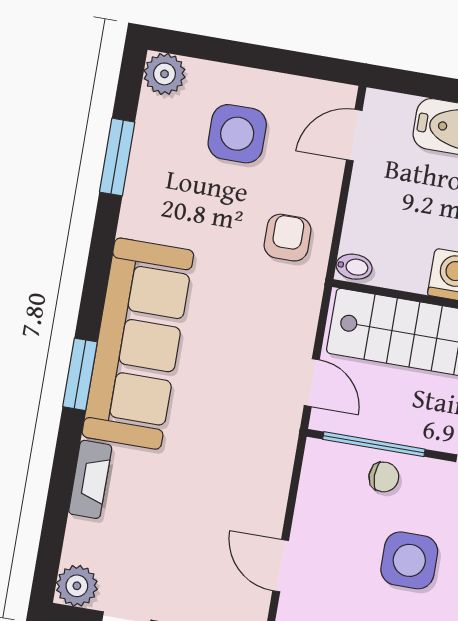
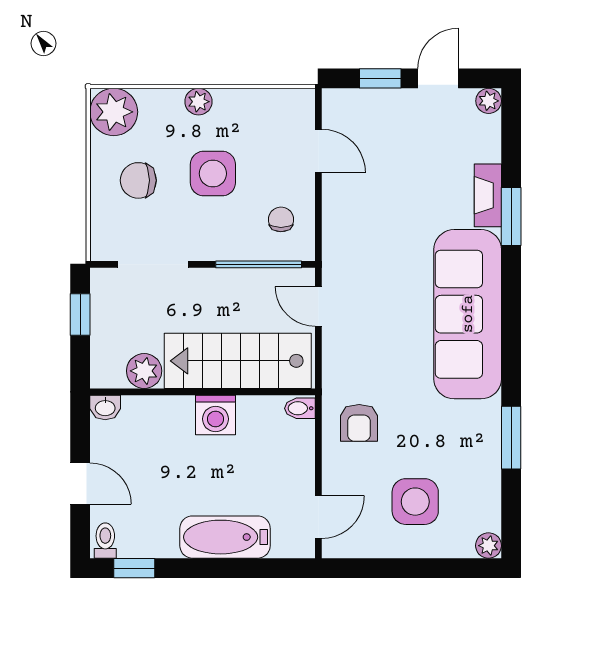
plant: (164, 74) -> (488, 546), width x0.73, depth x0.73
window: (117, 157) -> (511, 438), moved
window: (80, 374) -> (511, 216), moved
chair: (384, 477) -> (281, 219), moved, turned 90
plant: (77, 586) -> (489, 101), width x0.73, depth x0.73

